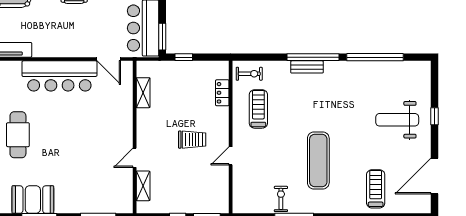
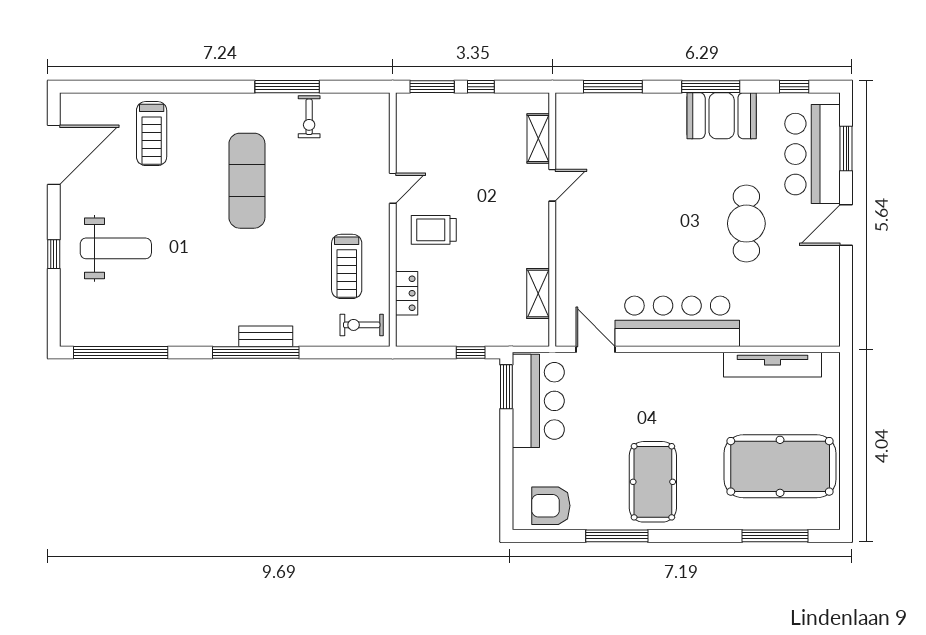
window: (375, 57) -> (121, 352), moved
trolley: (192, 140) -> (434, 230), moved

